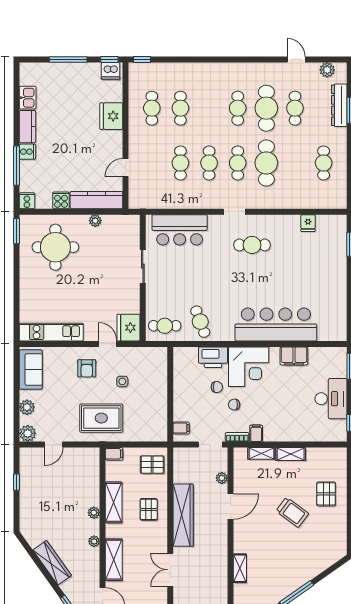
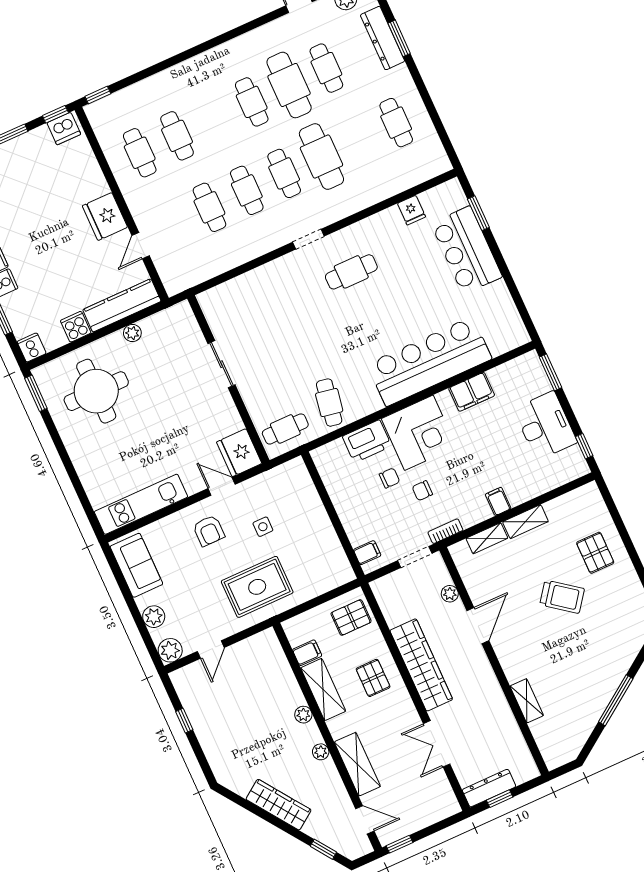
fridge: (111, 116) -> (105, 216), moved
bar counter: (180, 230) -> (467, 250), moved, turned 90
cafe table: (200, 322) -> (329, 403), turned 30
filing cabinet: (256, 433) -> (498, 501), moved
filing cabinet: (114, 454) -> (307, 653), moved

